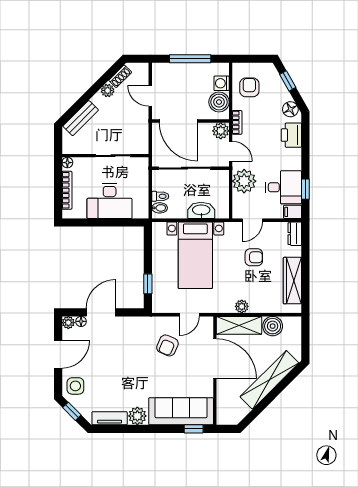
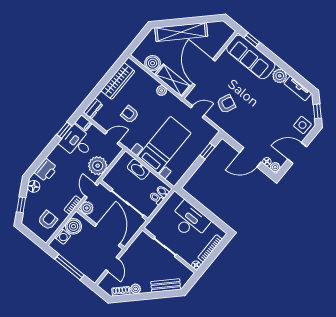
armchair: (249, 87) -> (48, 220), turned 180

